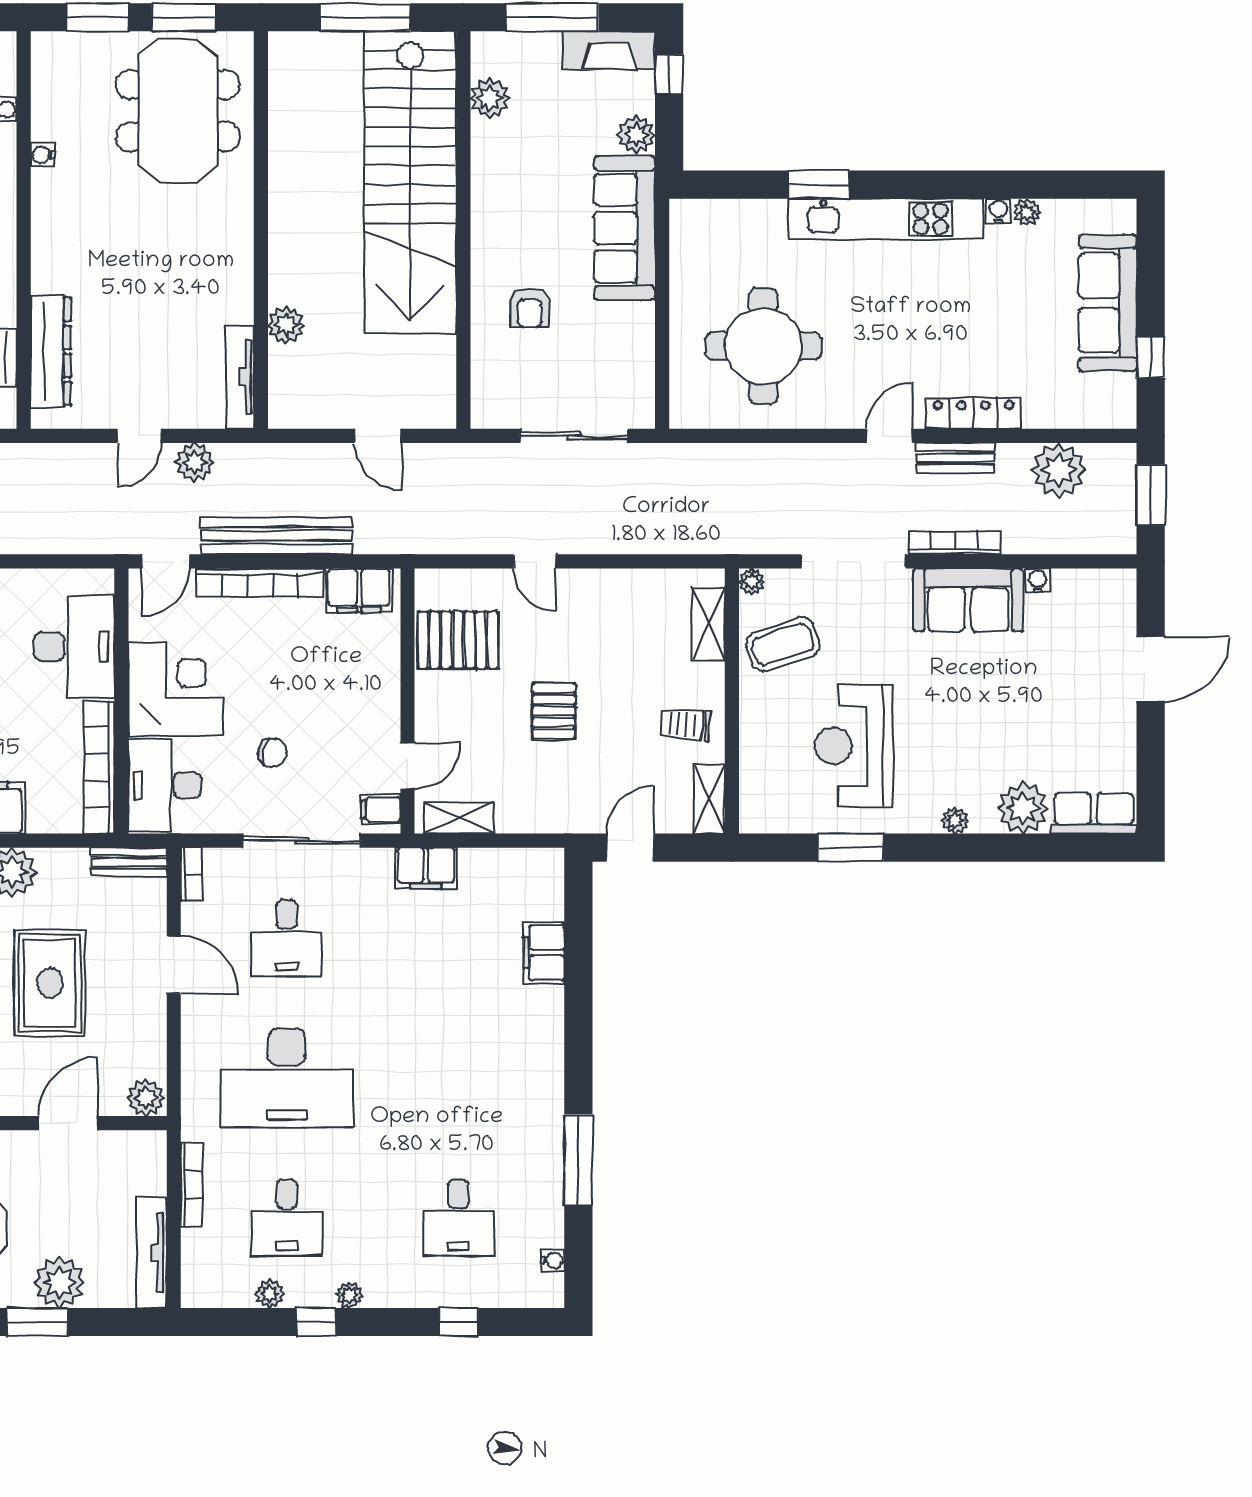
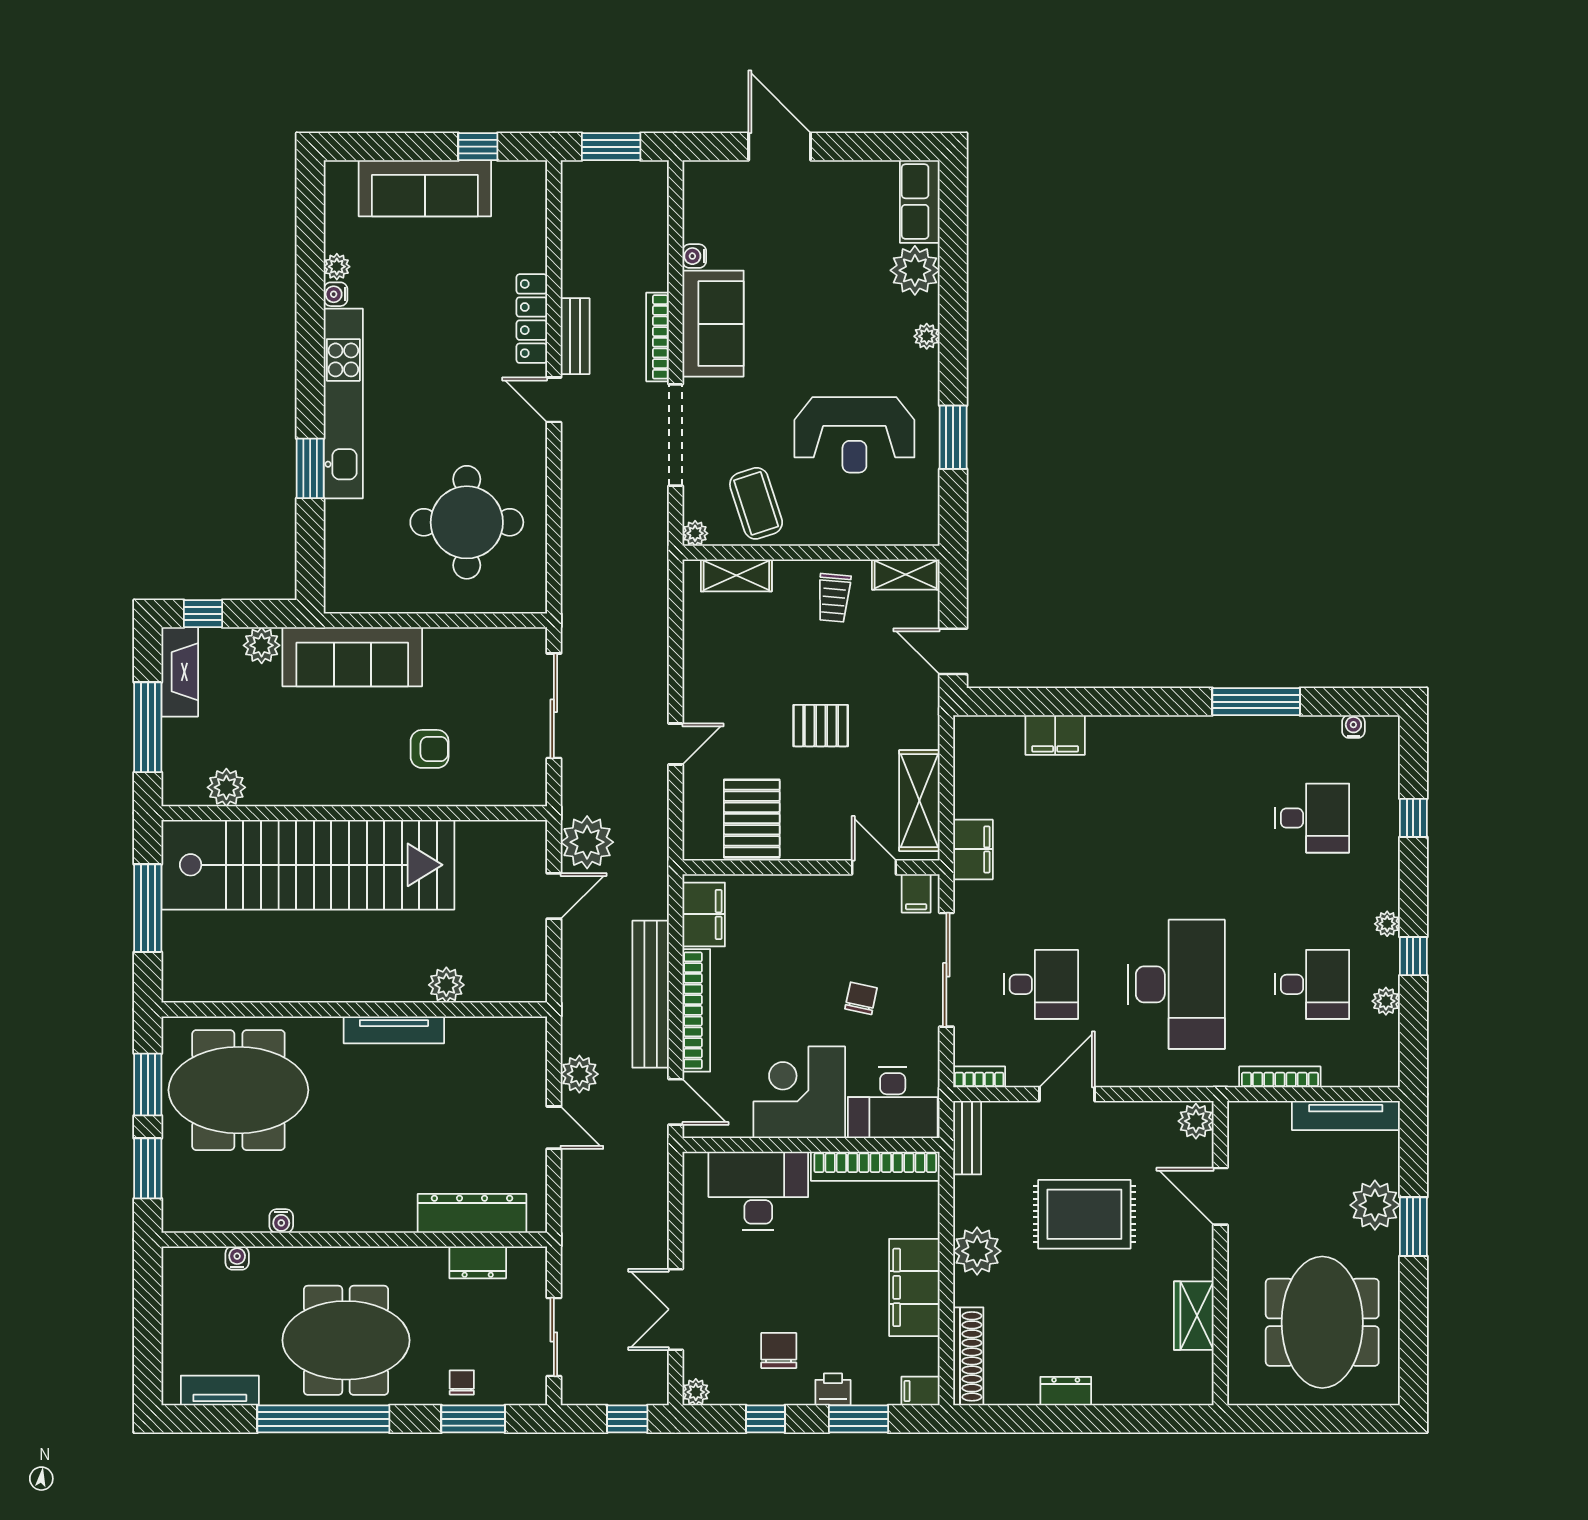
tv unit: (240, 377) -> (394, 1030), moved
plant: (1059, 470) -> (587, 842), moved
shelving: (459, 818) -> (919, 801), width x1.50, depth x1.33

